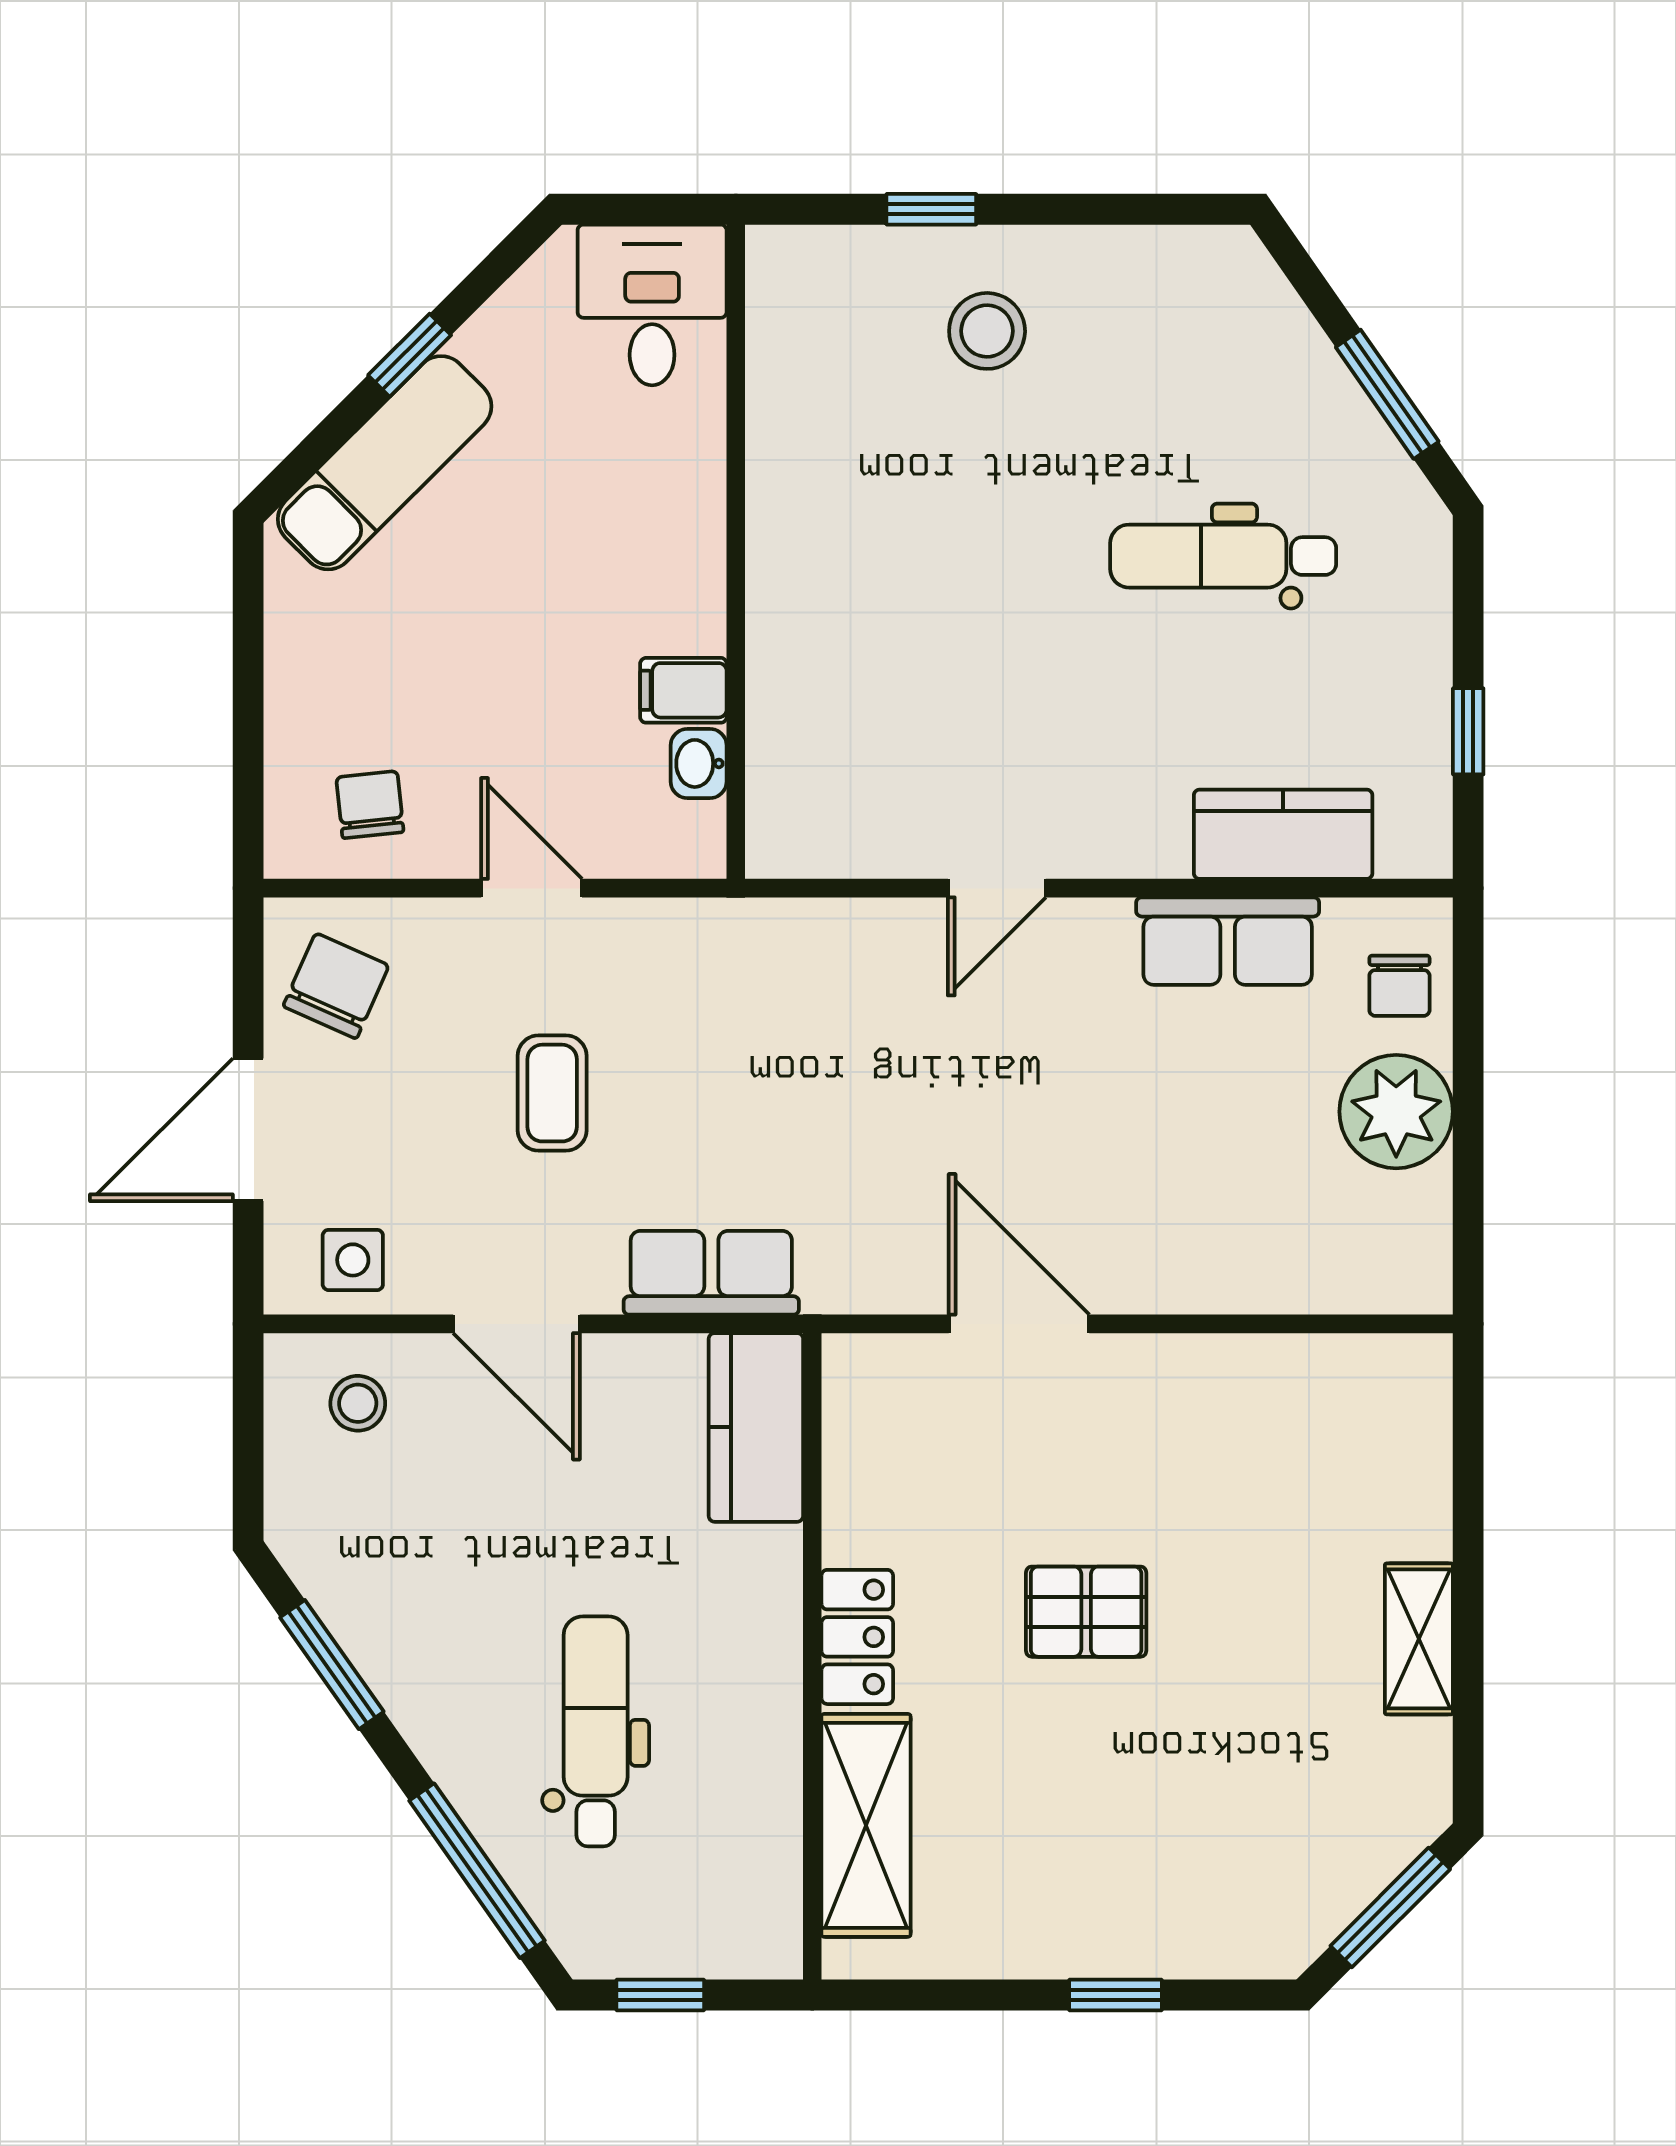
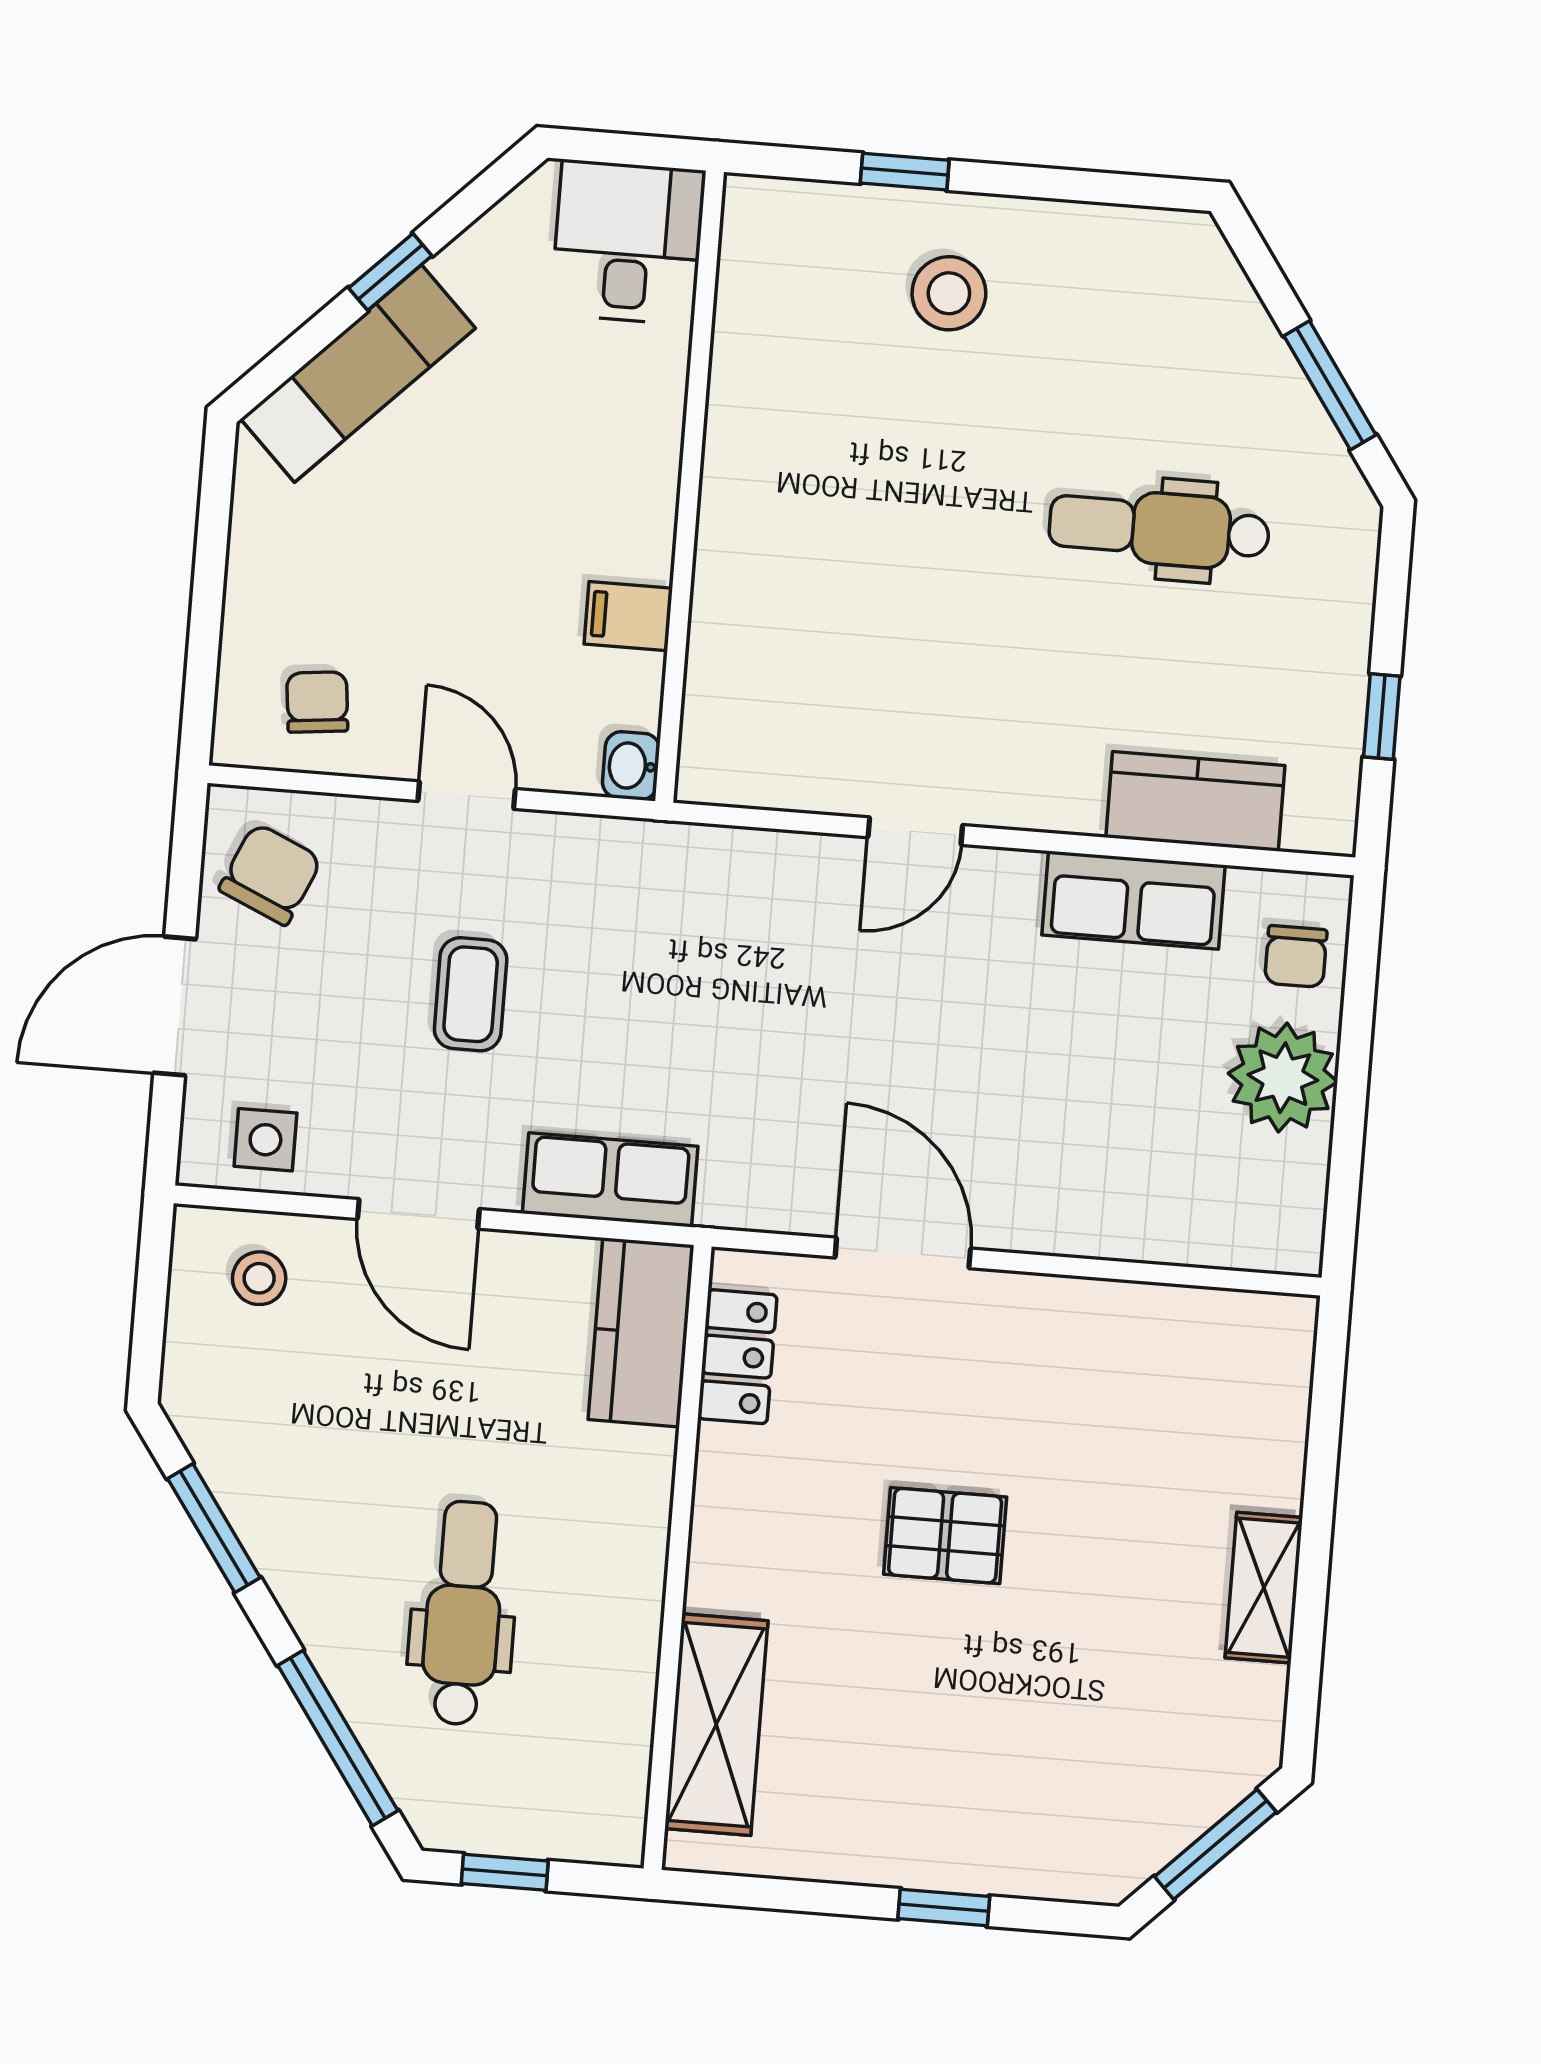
washbasin: (699, 763) -> (631, 766), moved
locker: (857, 1637) -> (737, 1357), moved

